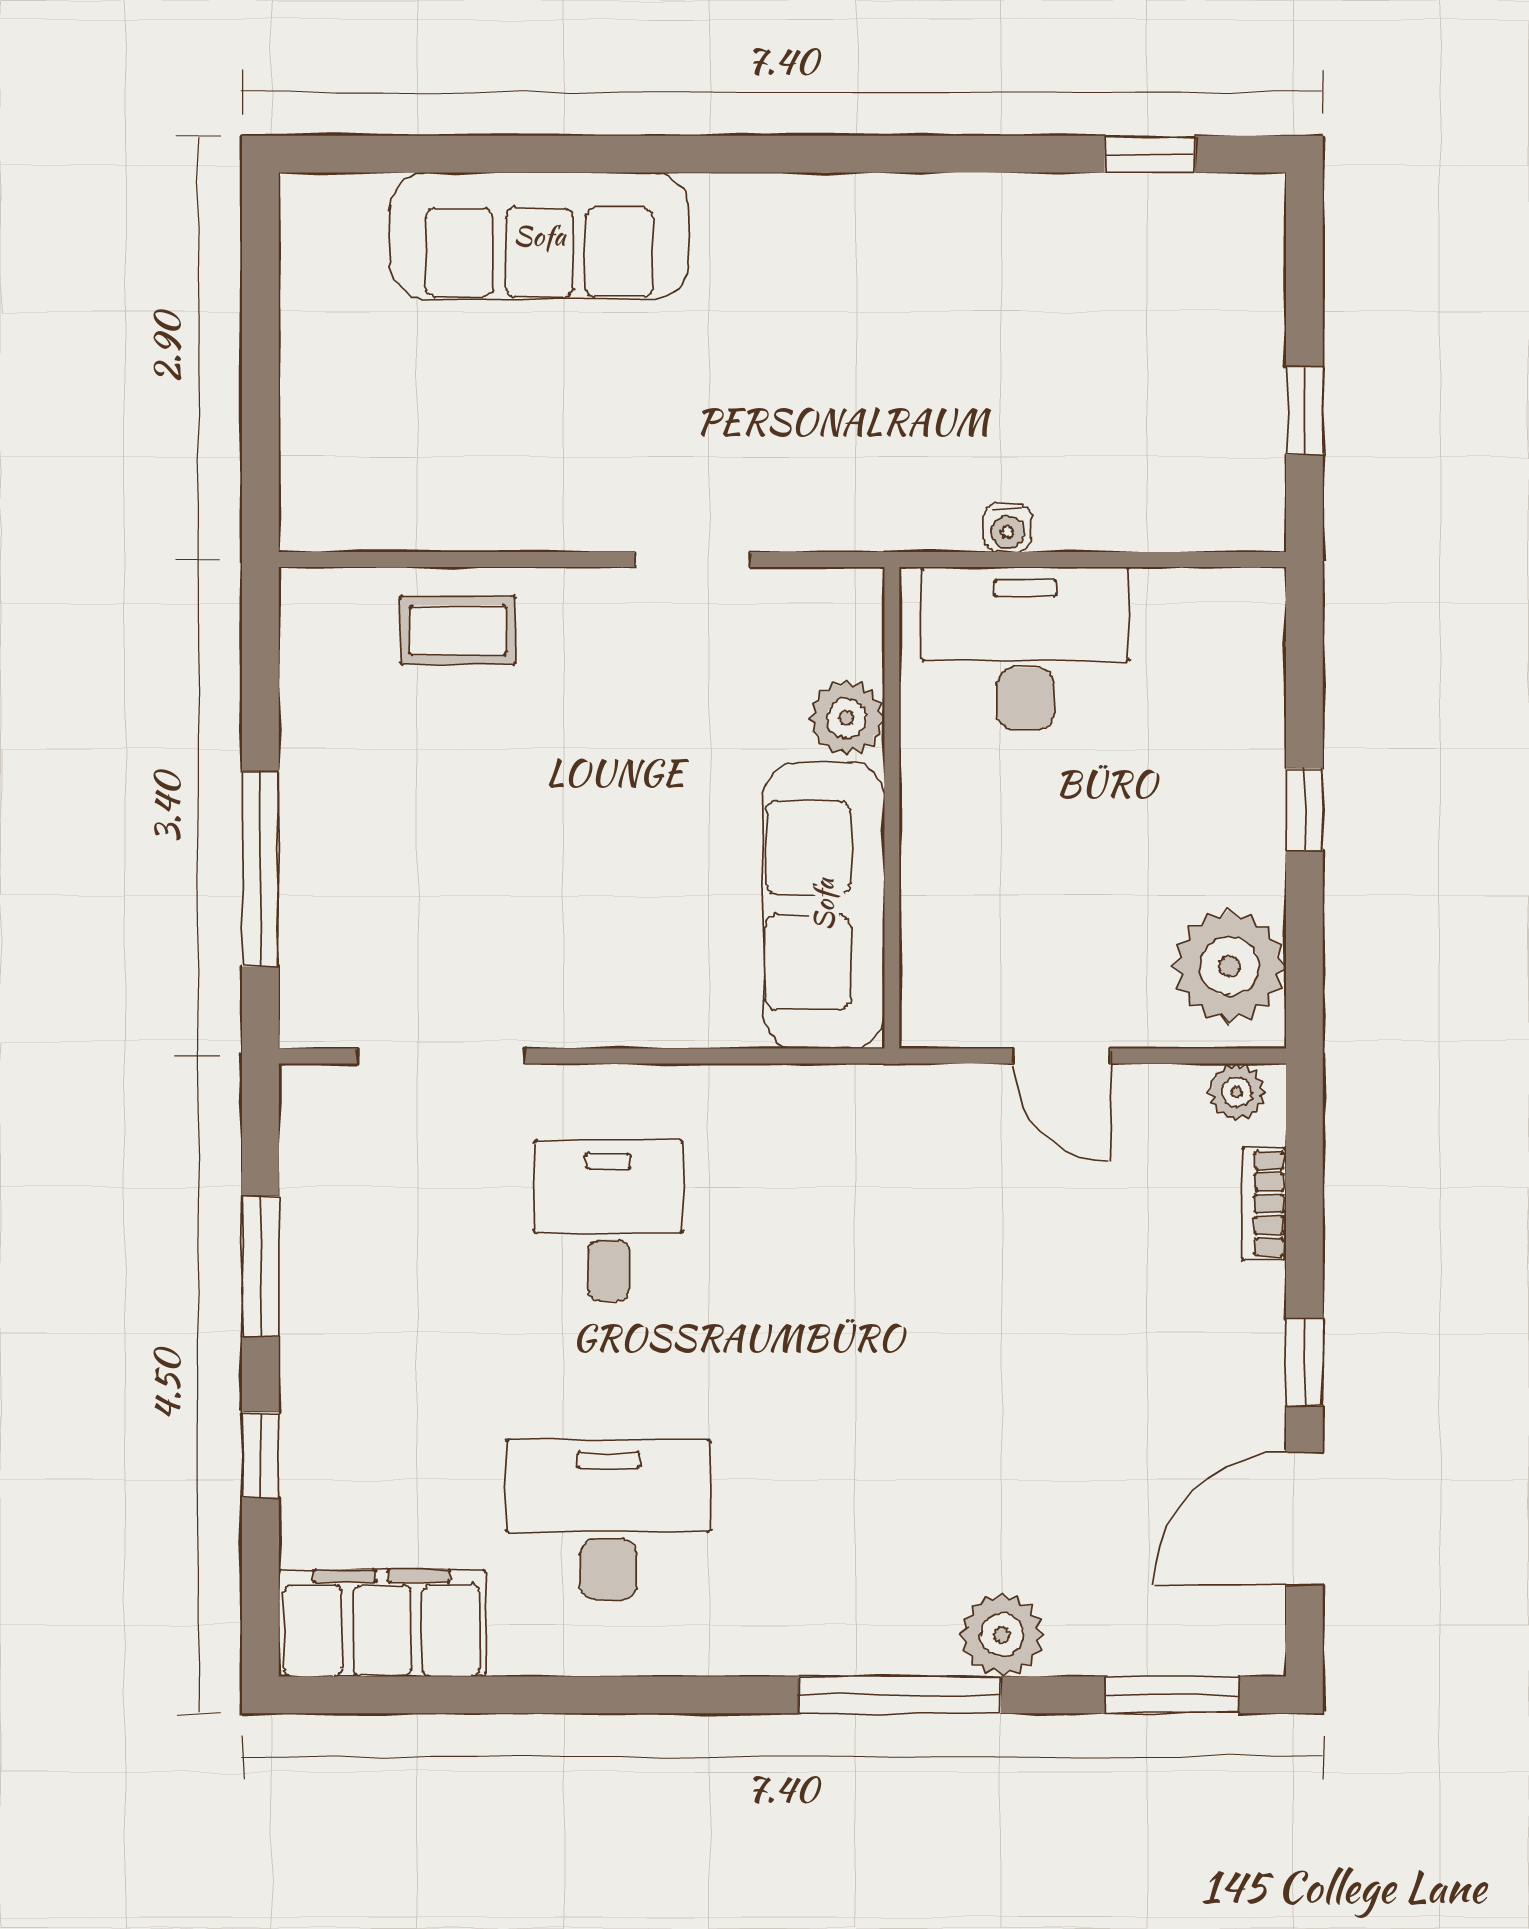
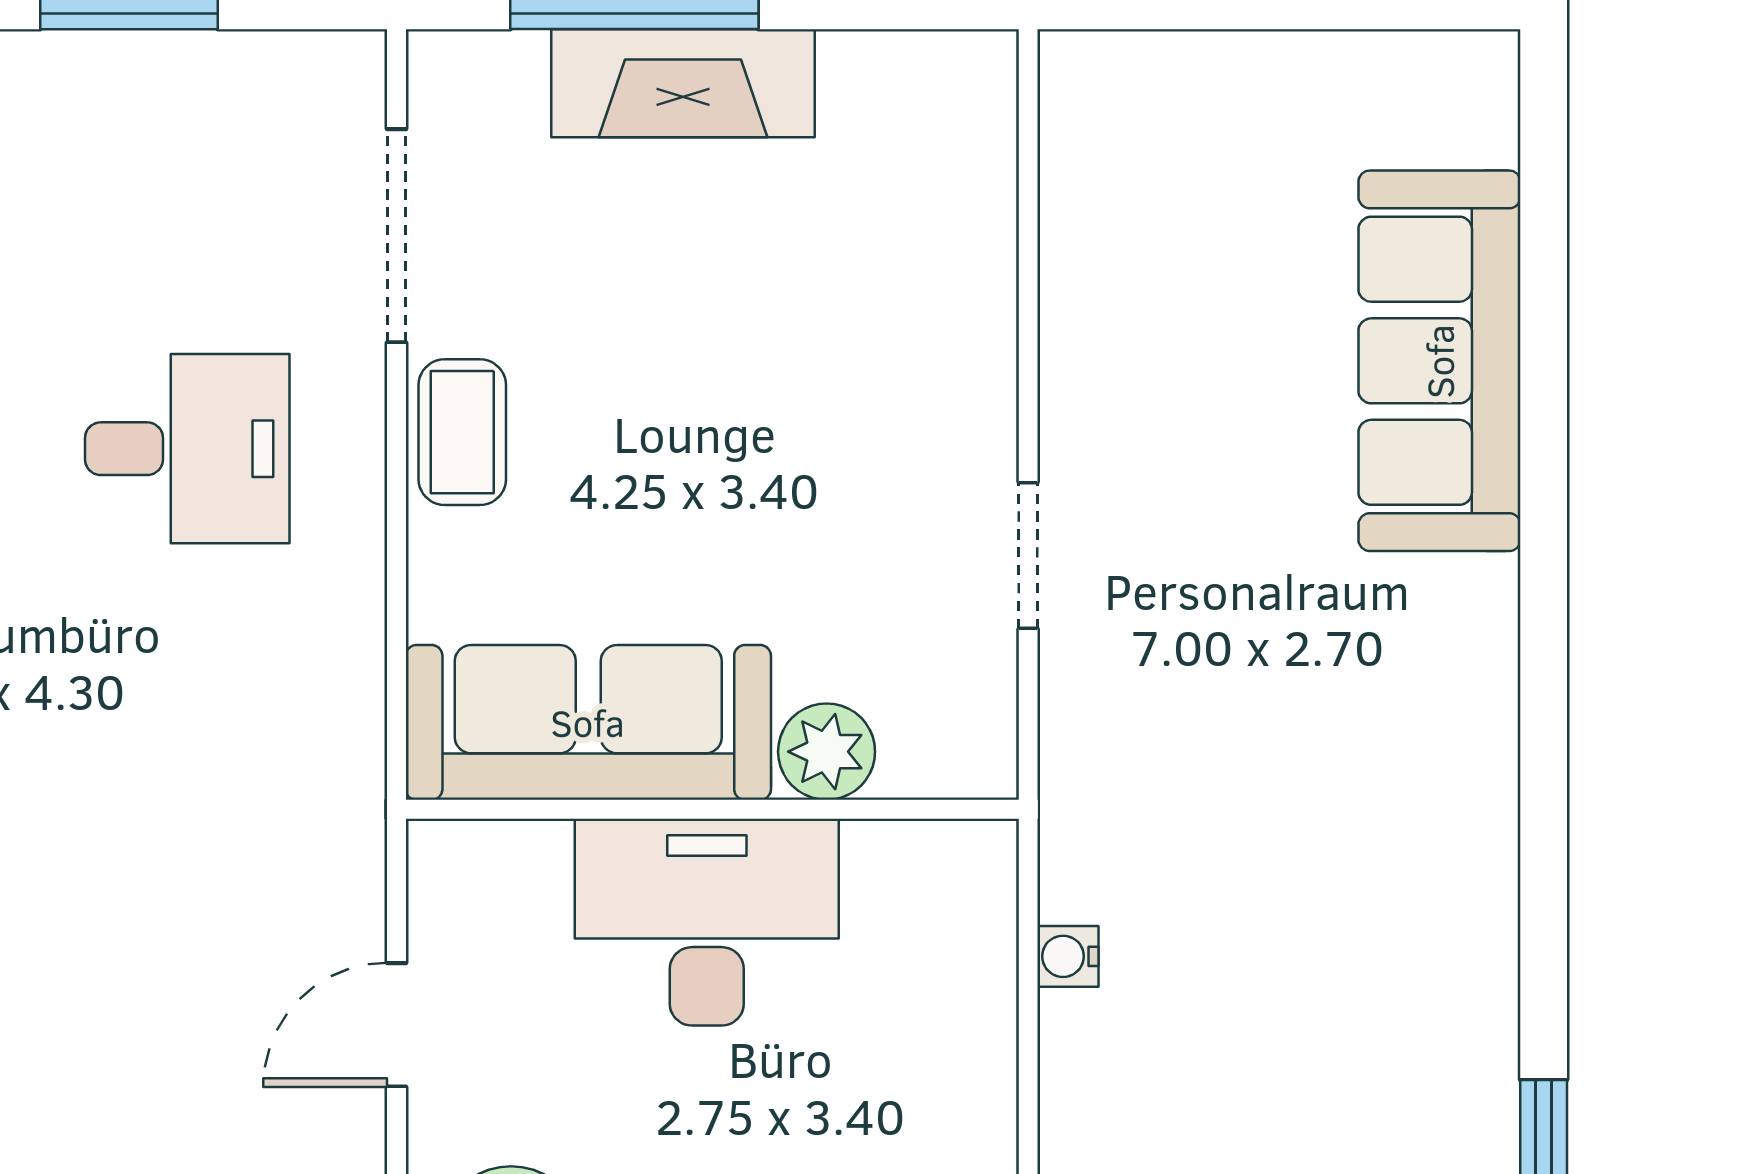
coffee table: (458, 630) -> (462, 432), moved
desk: (1025, 648) -> (707, 922), moved, turned -90
fireplace: (321, 831) -> (683, 83), added

